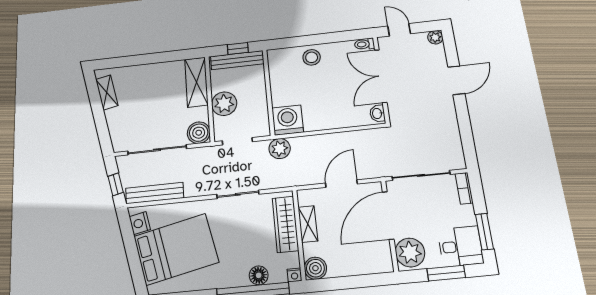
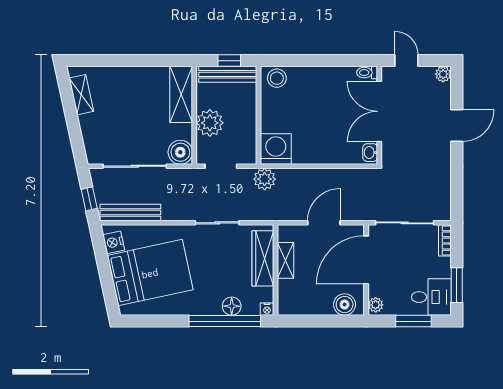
stool: (312, 57) -> (277, 78), moved
plant: (410, 252) -> (376, 305), width x0.53, depth x0.53
boiler: (315, 268) -> (345, 305), moved

